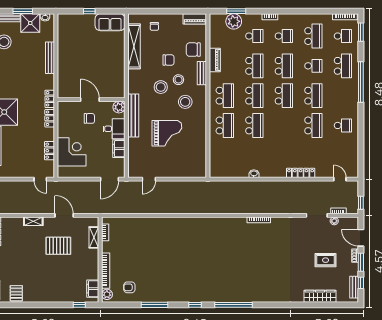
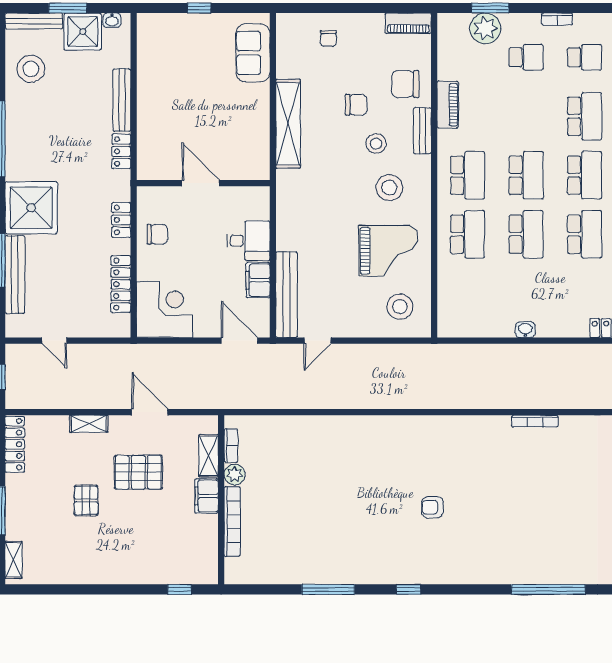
sofa: (110, 22) -> (253, 53), moved, turned 90
shelving: (134, 46) -> (288, 124), moved
school desk: (254, 66) -> (585, 234), moved
stool: (161, 87) -> (400, 307), moved
locker: (50, 99) -> (121, 151), moved
plant: (119, 107) -> (258, 198), removed
bench: (133, 115) -> (287, 295), moved
chair: (89, 118) -> (157, 234), moved
grand piano: (167, 133) -> (388, 251), moved
locker: (50, 151) -> (121, 284), width x1.53
corner desk: (72, 152) -> (165, 309), moved
door: (40, 179) -> (54, 341), moved
door: (109, 179) -> (239, 341), swing flipped
armchair: (129, 287) -> (432, 507), moved
filing cabinet: (93, 289) -> (207, 496), moved
pallet: (16, 293) -> (86, 500), moved
plant: (107, 294) -> (235, 475), moved
window: (233, 305) -> (548, 589), moved

